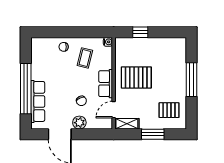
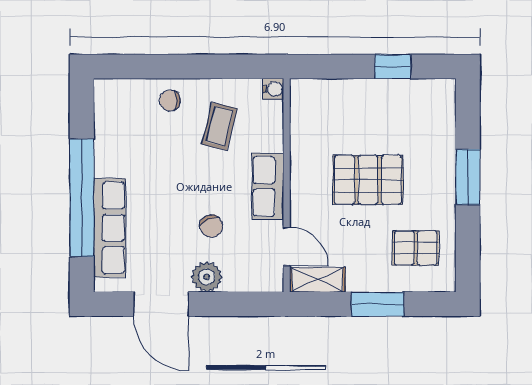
window: (140, 32) -> (393, 67), moved
pallet: (136, 77) -> (368, 180), moved
window: (191, 80) -> (468, 177), width x0.69
door: (114, 110) -> (287, 246), swing flipped

